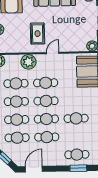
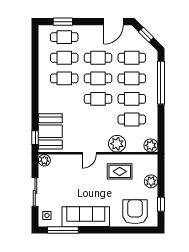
rug: (38, 34) -> (120, 171), moved, turned 90
cafe table: (46, 83) -> (64, 58), moved

